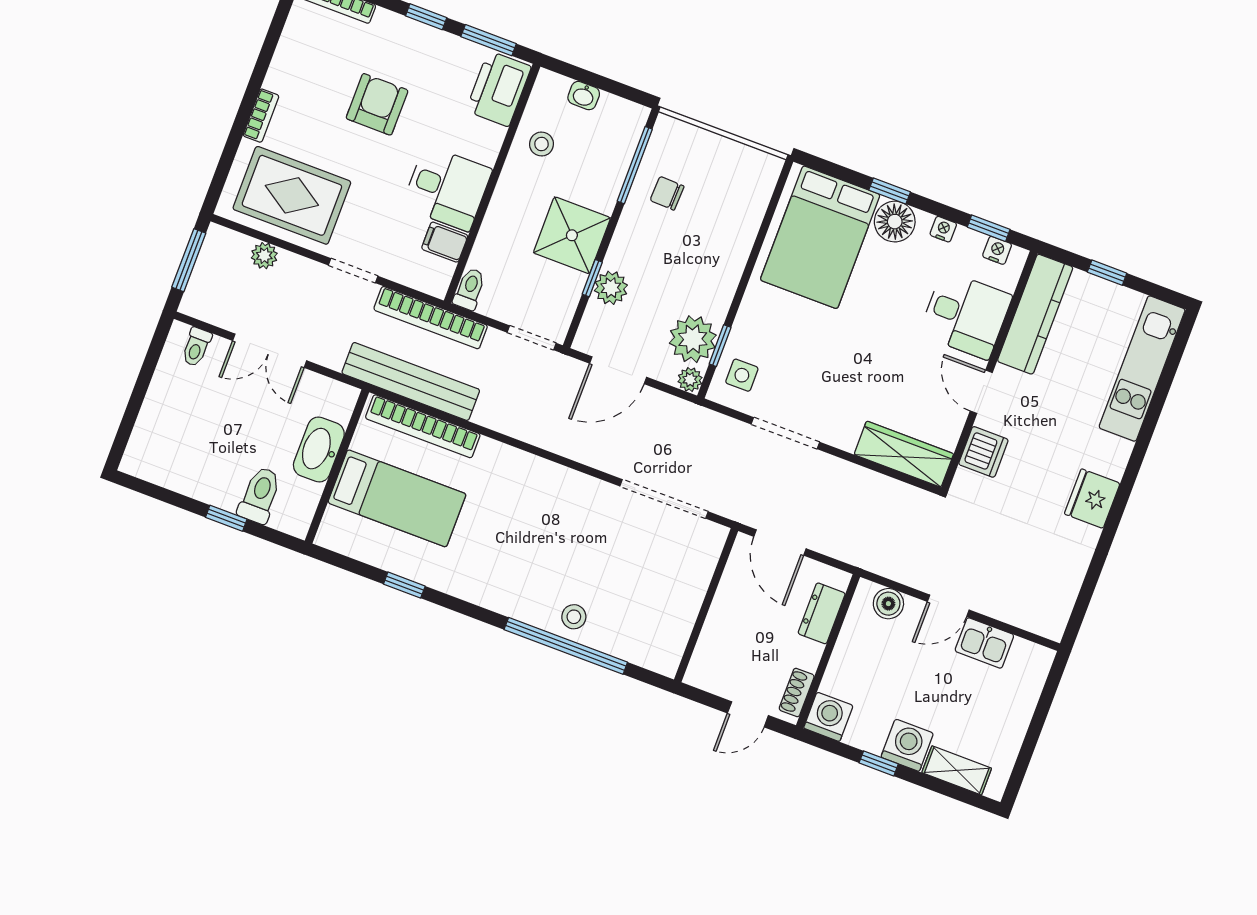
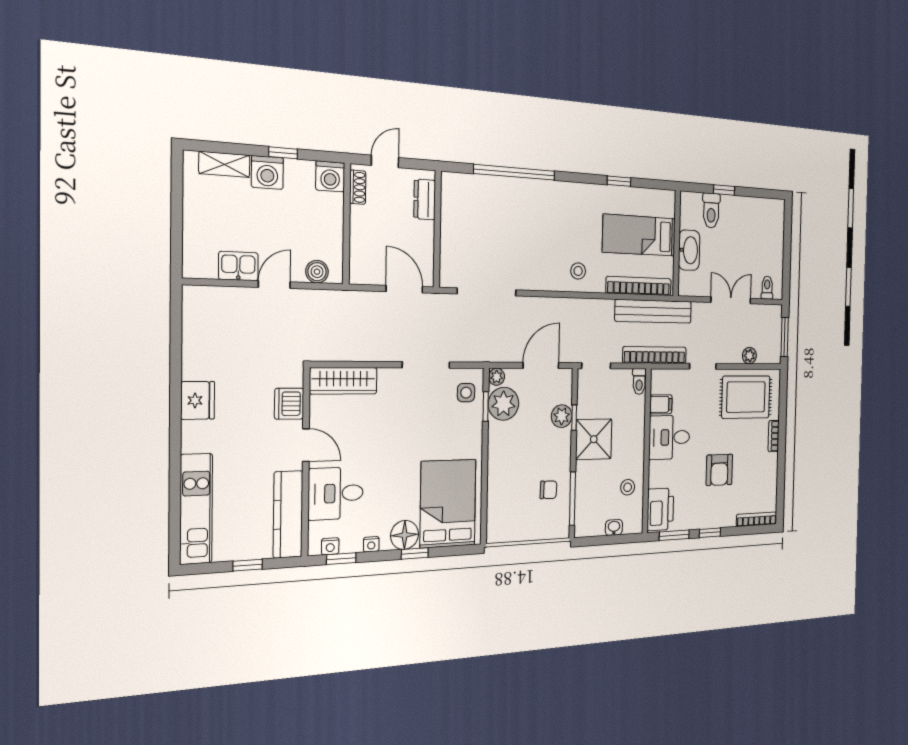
dresser: (822, 613) -> (425, 199), moved, turned 180
stool: (574, 617) -> (578, 271), moved

